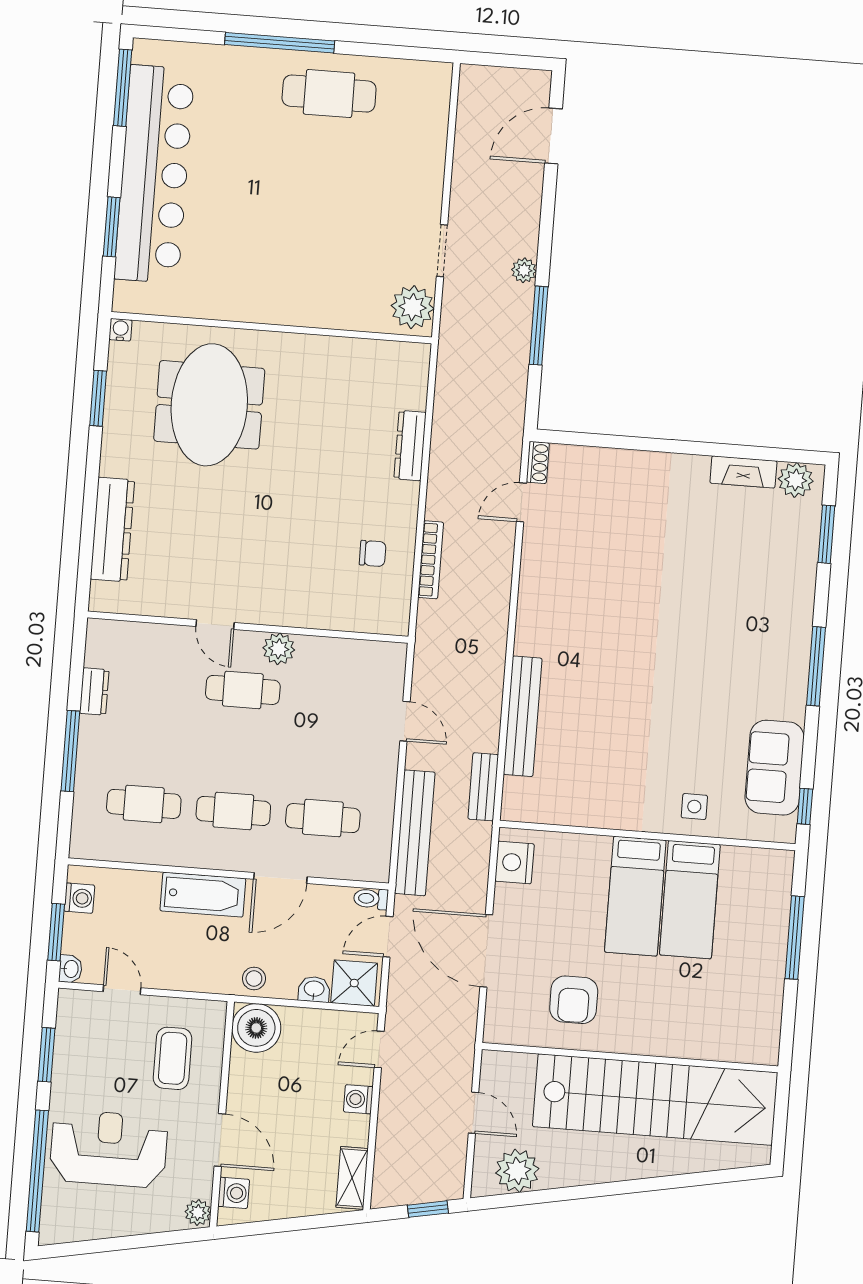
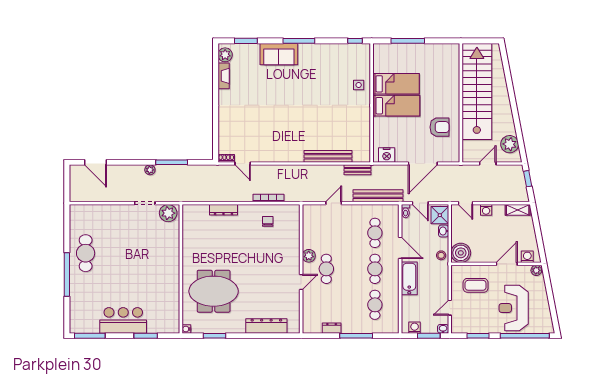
bar counter: (154, 174) -> (123, 320), width x0.54
sofa: (775, 768) -> (279, 54), moved

